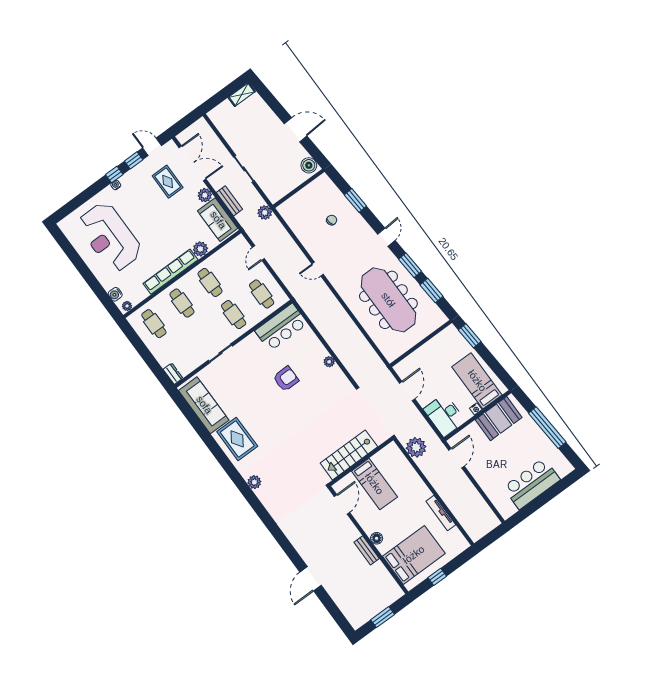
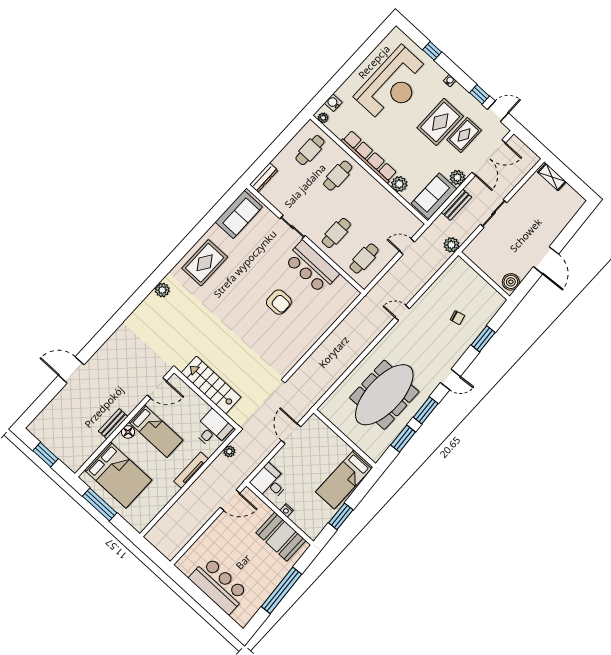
shelving: (242, 94) -> (552, 177), moved
door: (152, 147) -> (498, 111), hinge flipped
window: (114, 175) -> (432, 51), moved
rug: (152, 201) -> (440, 122), added
reception desk: (110, 237) -> (393, 85), turned 180
door: (318, 269) -> (402, 313), hinge flipped
cafe table: (210, 282) -> (366, 201), removed
bar counter: (281, 327) -> (312, 267), moved
window: (470, 336) -> (341, 516), moved
plant: (329, 362) -> (306, 345), removed
dresser: (173, 374) -> (264, 177), width x1.44
bed: (477, 381) -> (344, 479), moved, turned 180
door: (407, 391) -> (291, 434), swing flipped
sofa: (204, 405) -> (239, 214), width x0.73
desk: (445, 415) -> (270, 482), width x0.73
plant: (416, 447) -> (229, 451), width x0.53, depth x0.53
desk: (389, 461) -> (213, 429), added
bed: (374, 484) -> (156, 431), moved, turned -90
tv unit: (441, 513) -> (191, 470), moved
window: (437, 577) -> (100, 505), width x2.17

